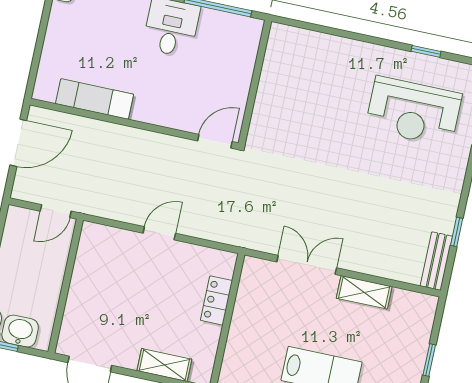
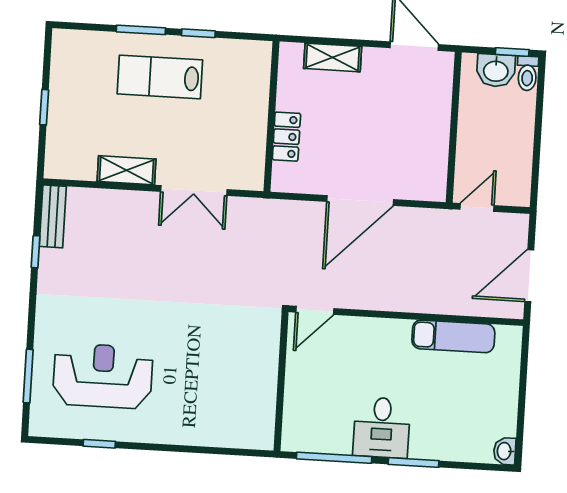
door: (159, 233) -> (360, 200), width x1.88

